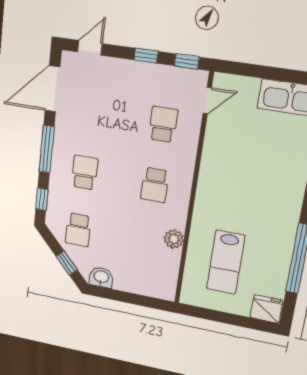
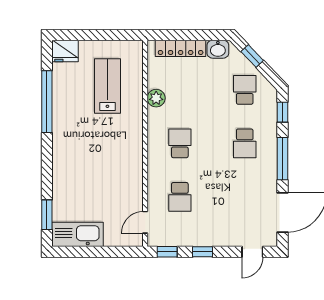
locker: (140, 286) -> (181, 48), added

